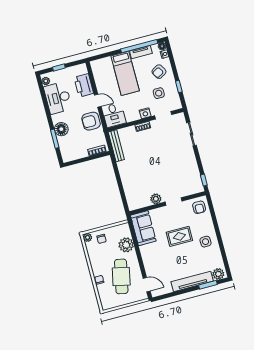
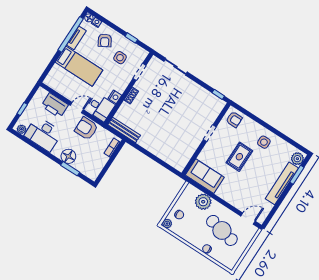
nightstand: (145, 113) -> (115, 97), moved
armchair: (91, 121) -> (86, 129), turned 90
plant: (156, 199) -> (194, 144), removed

